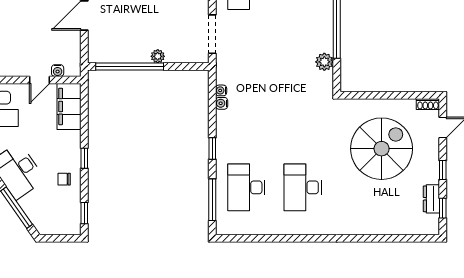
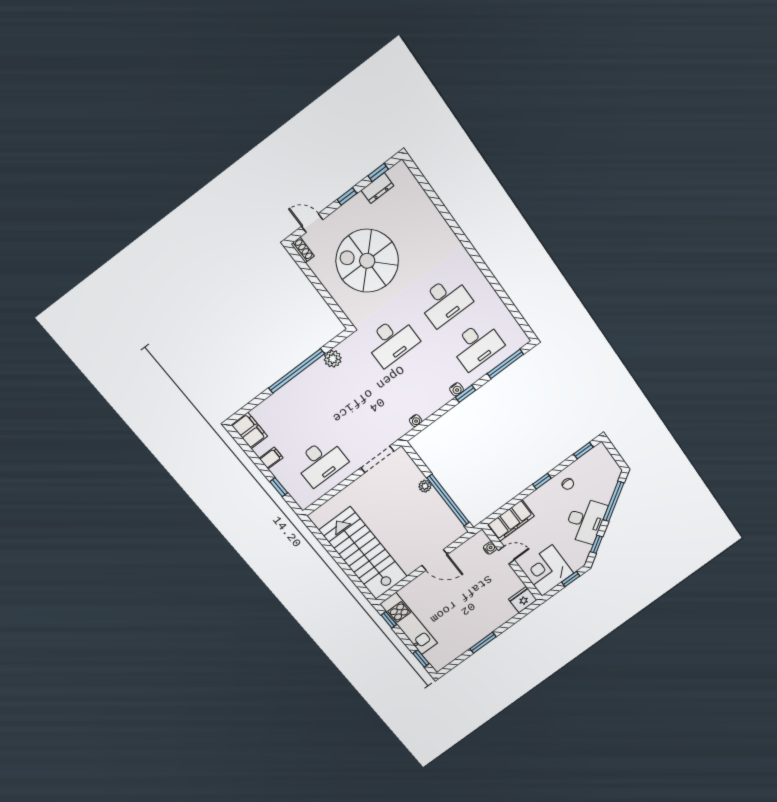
water cooler: (222, 103) -> (457, 389), moved
desk: (303, 120) -> (392, 341), added

